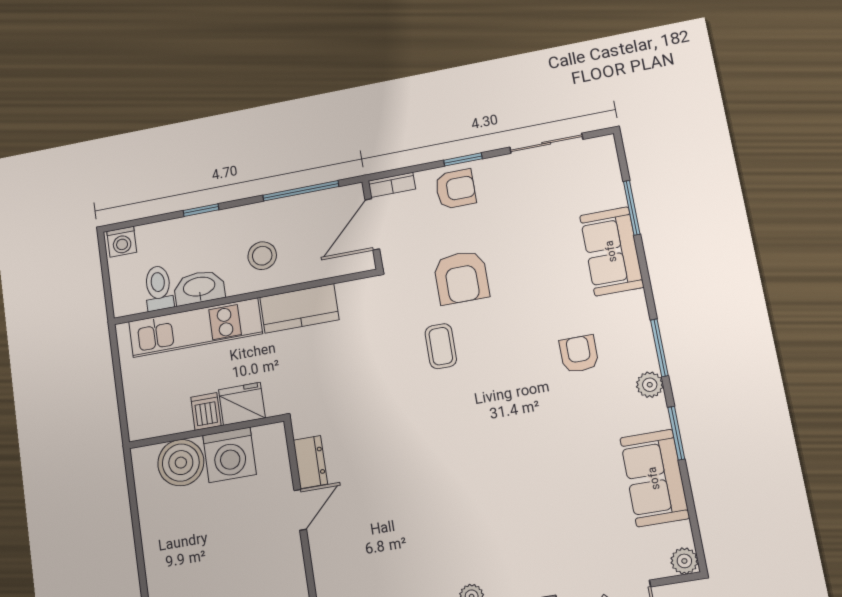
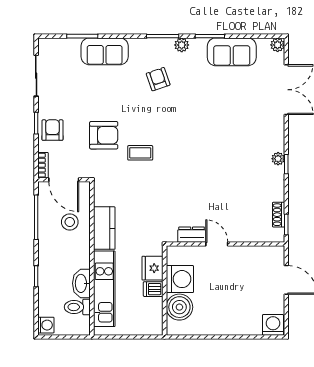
stool: (262, 256) -> (70, 222), moved
armchair: (579, 354) -> (158, 79), turned 71

